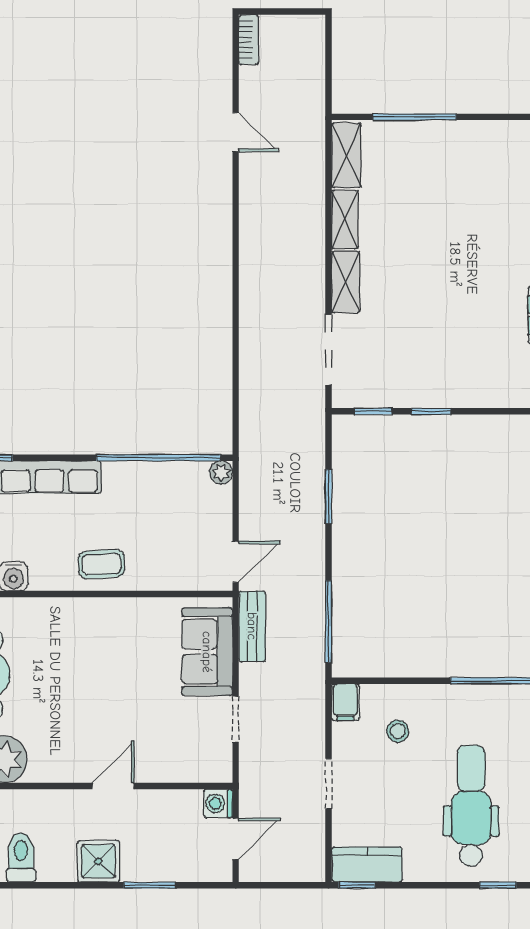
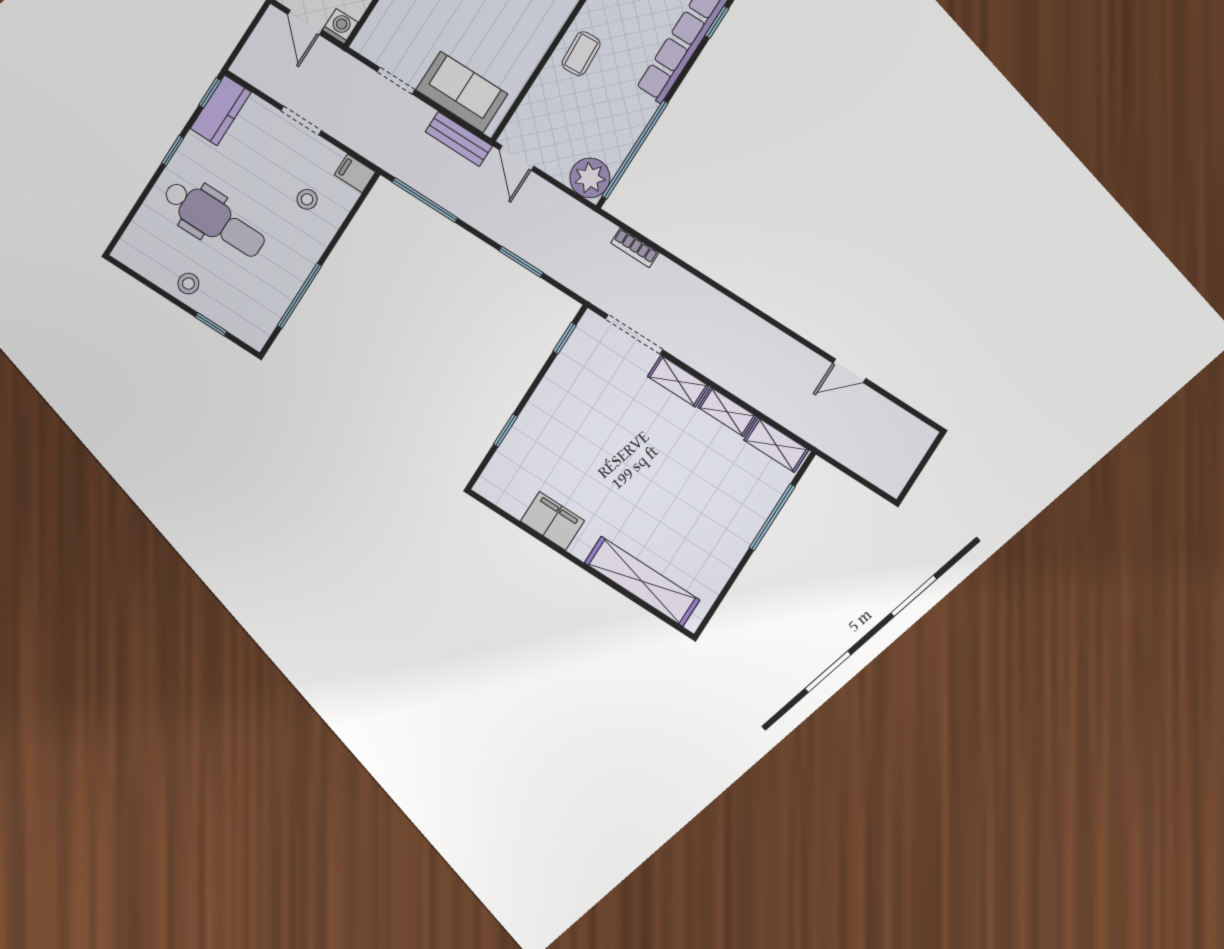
bookcase: (249, 40) -> (635, 248), moved
window: (431, 411) -> (505, 430), moved
plant: (221, 472) -> (590, 178), width x1.88, depth x1.88
window: (498, 885) -> (173, 151), moved

